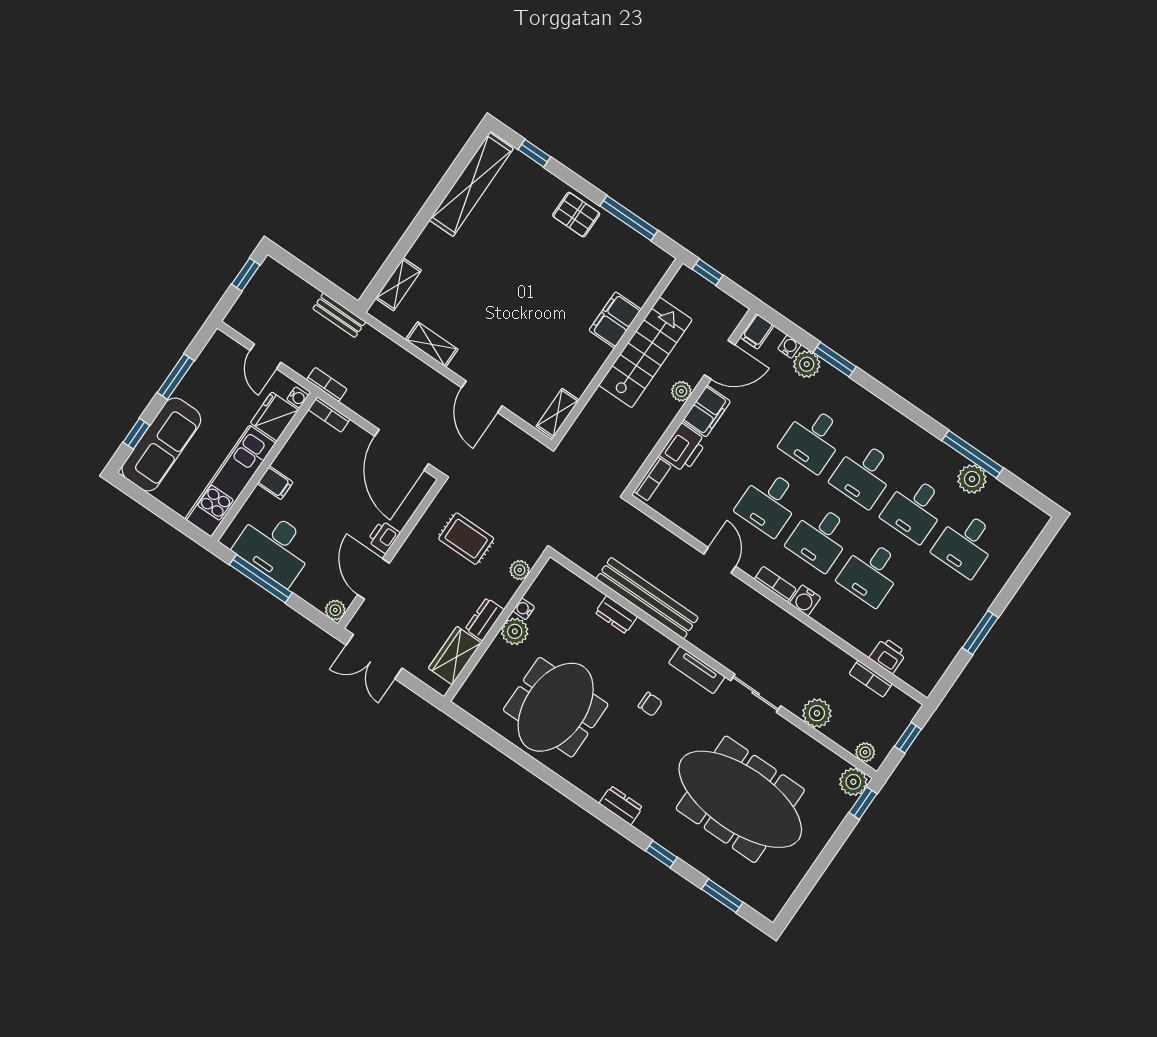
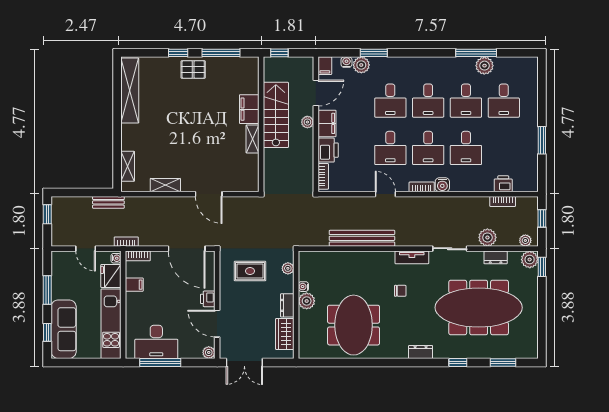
window: (534, 153) -> (178, 53), moved
shelving: (558, 413) -> (253, 139), moved
filing cabinet: (275, 483) -> (134, 285), moved
dresser: (616, 615) -> (496, 257), moved

